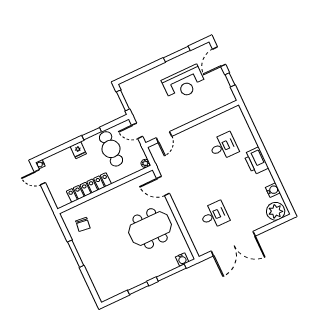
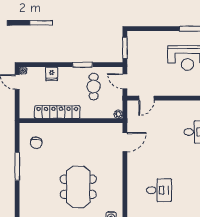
cafe table: (111, 149) -> (94, 86), width x0.73, depth x0.74
fridge: (78, 150) -> (52, 74), moved
door: (163, 186) -> (125, 142), swing flipped
meeting table: (150, 229) -> (78, 187), moved, turned 90

